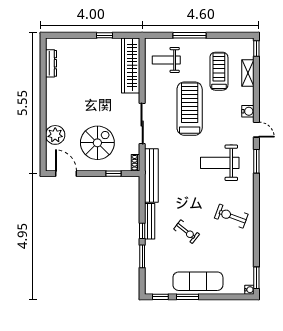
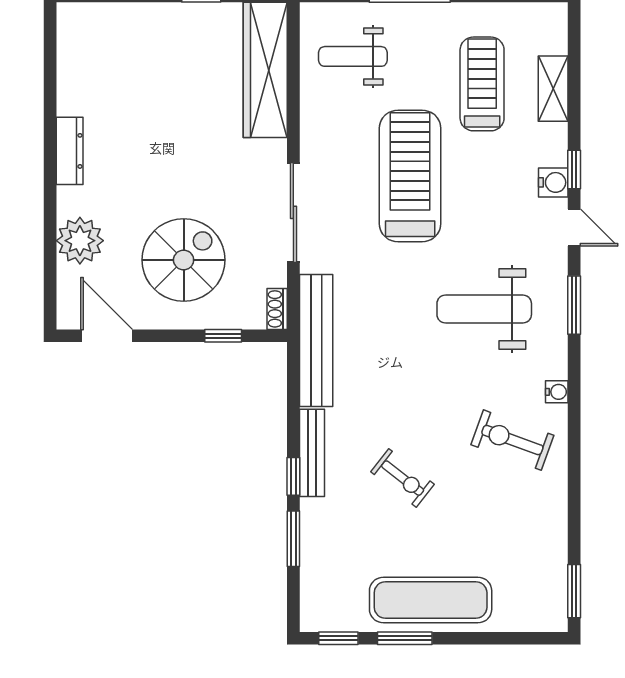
window: (256, 48) -> (574, 169), moved
dresser: (51, 63) -> (70, 151), moved
water cooler: (249, 290) -> (557, 392), moved

